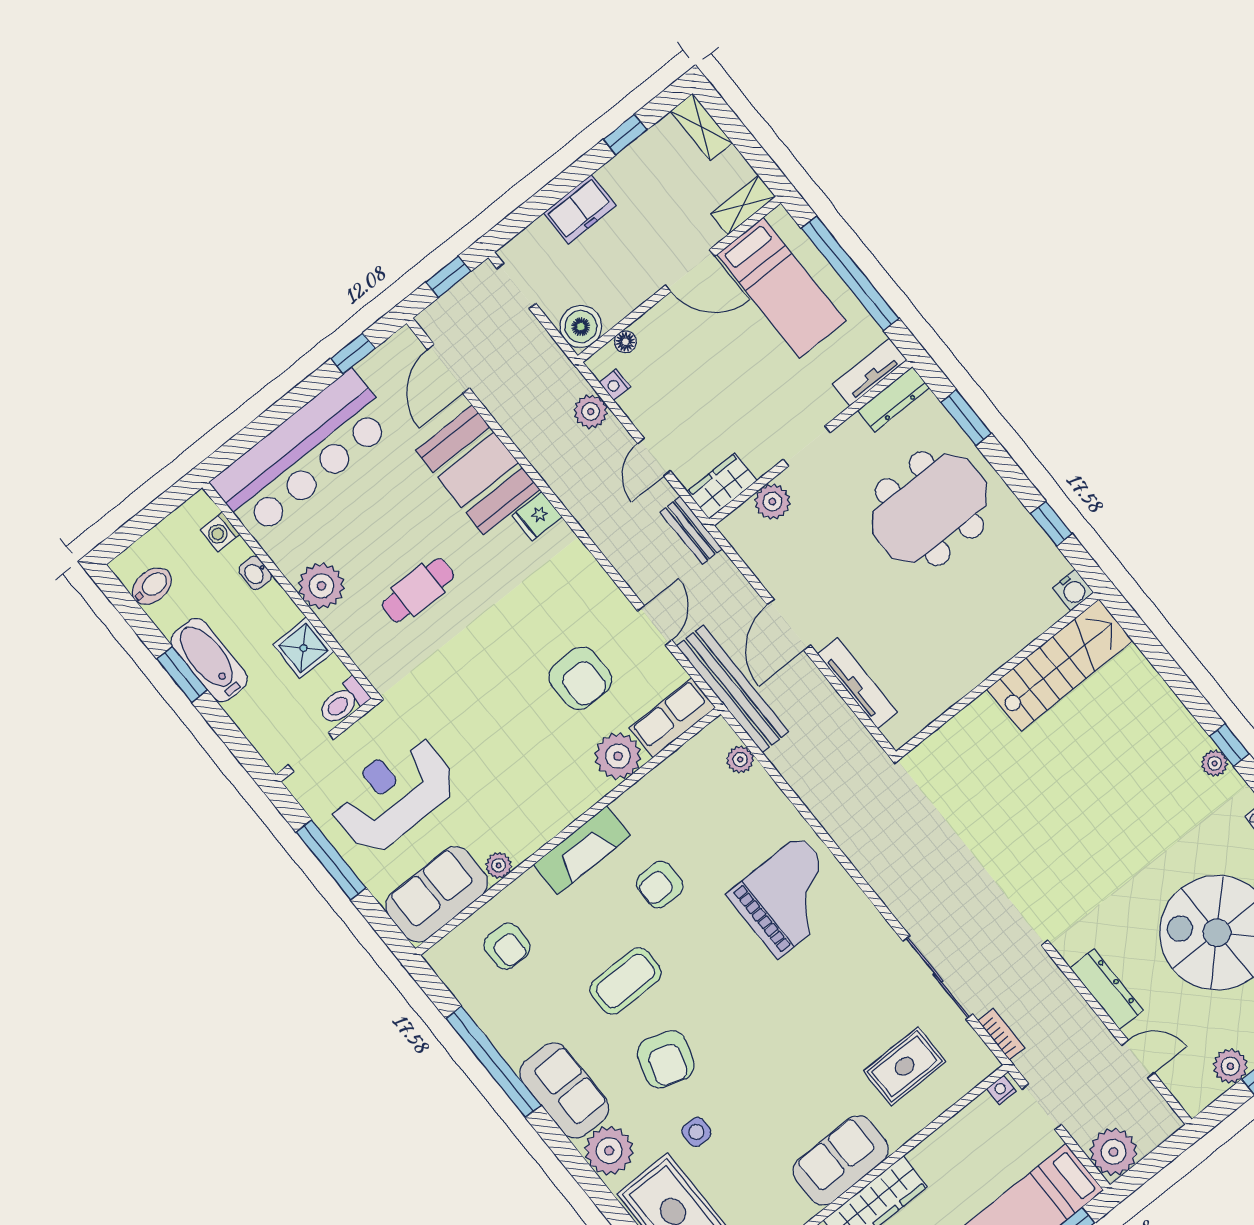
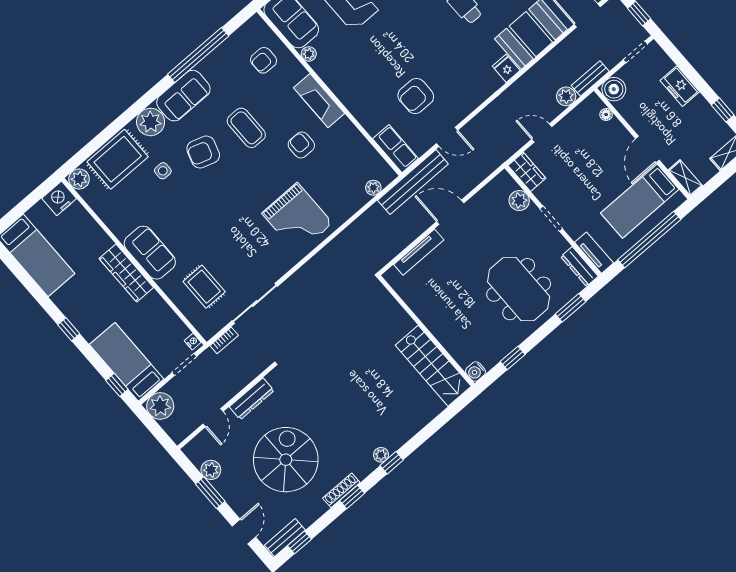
nightstand: (615, 385) -> (582, 109), removed
bench: (691, 530) -> (590, 78), moved
plant: (618, 756) -> (373, 119), removed

